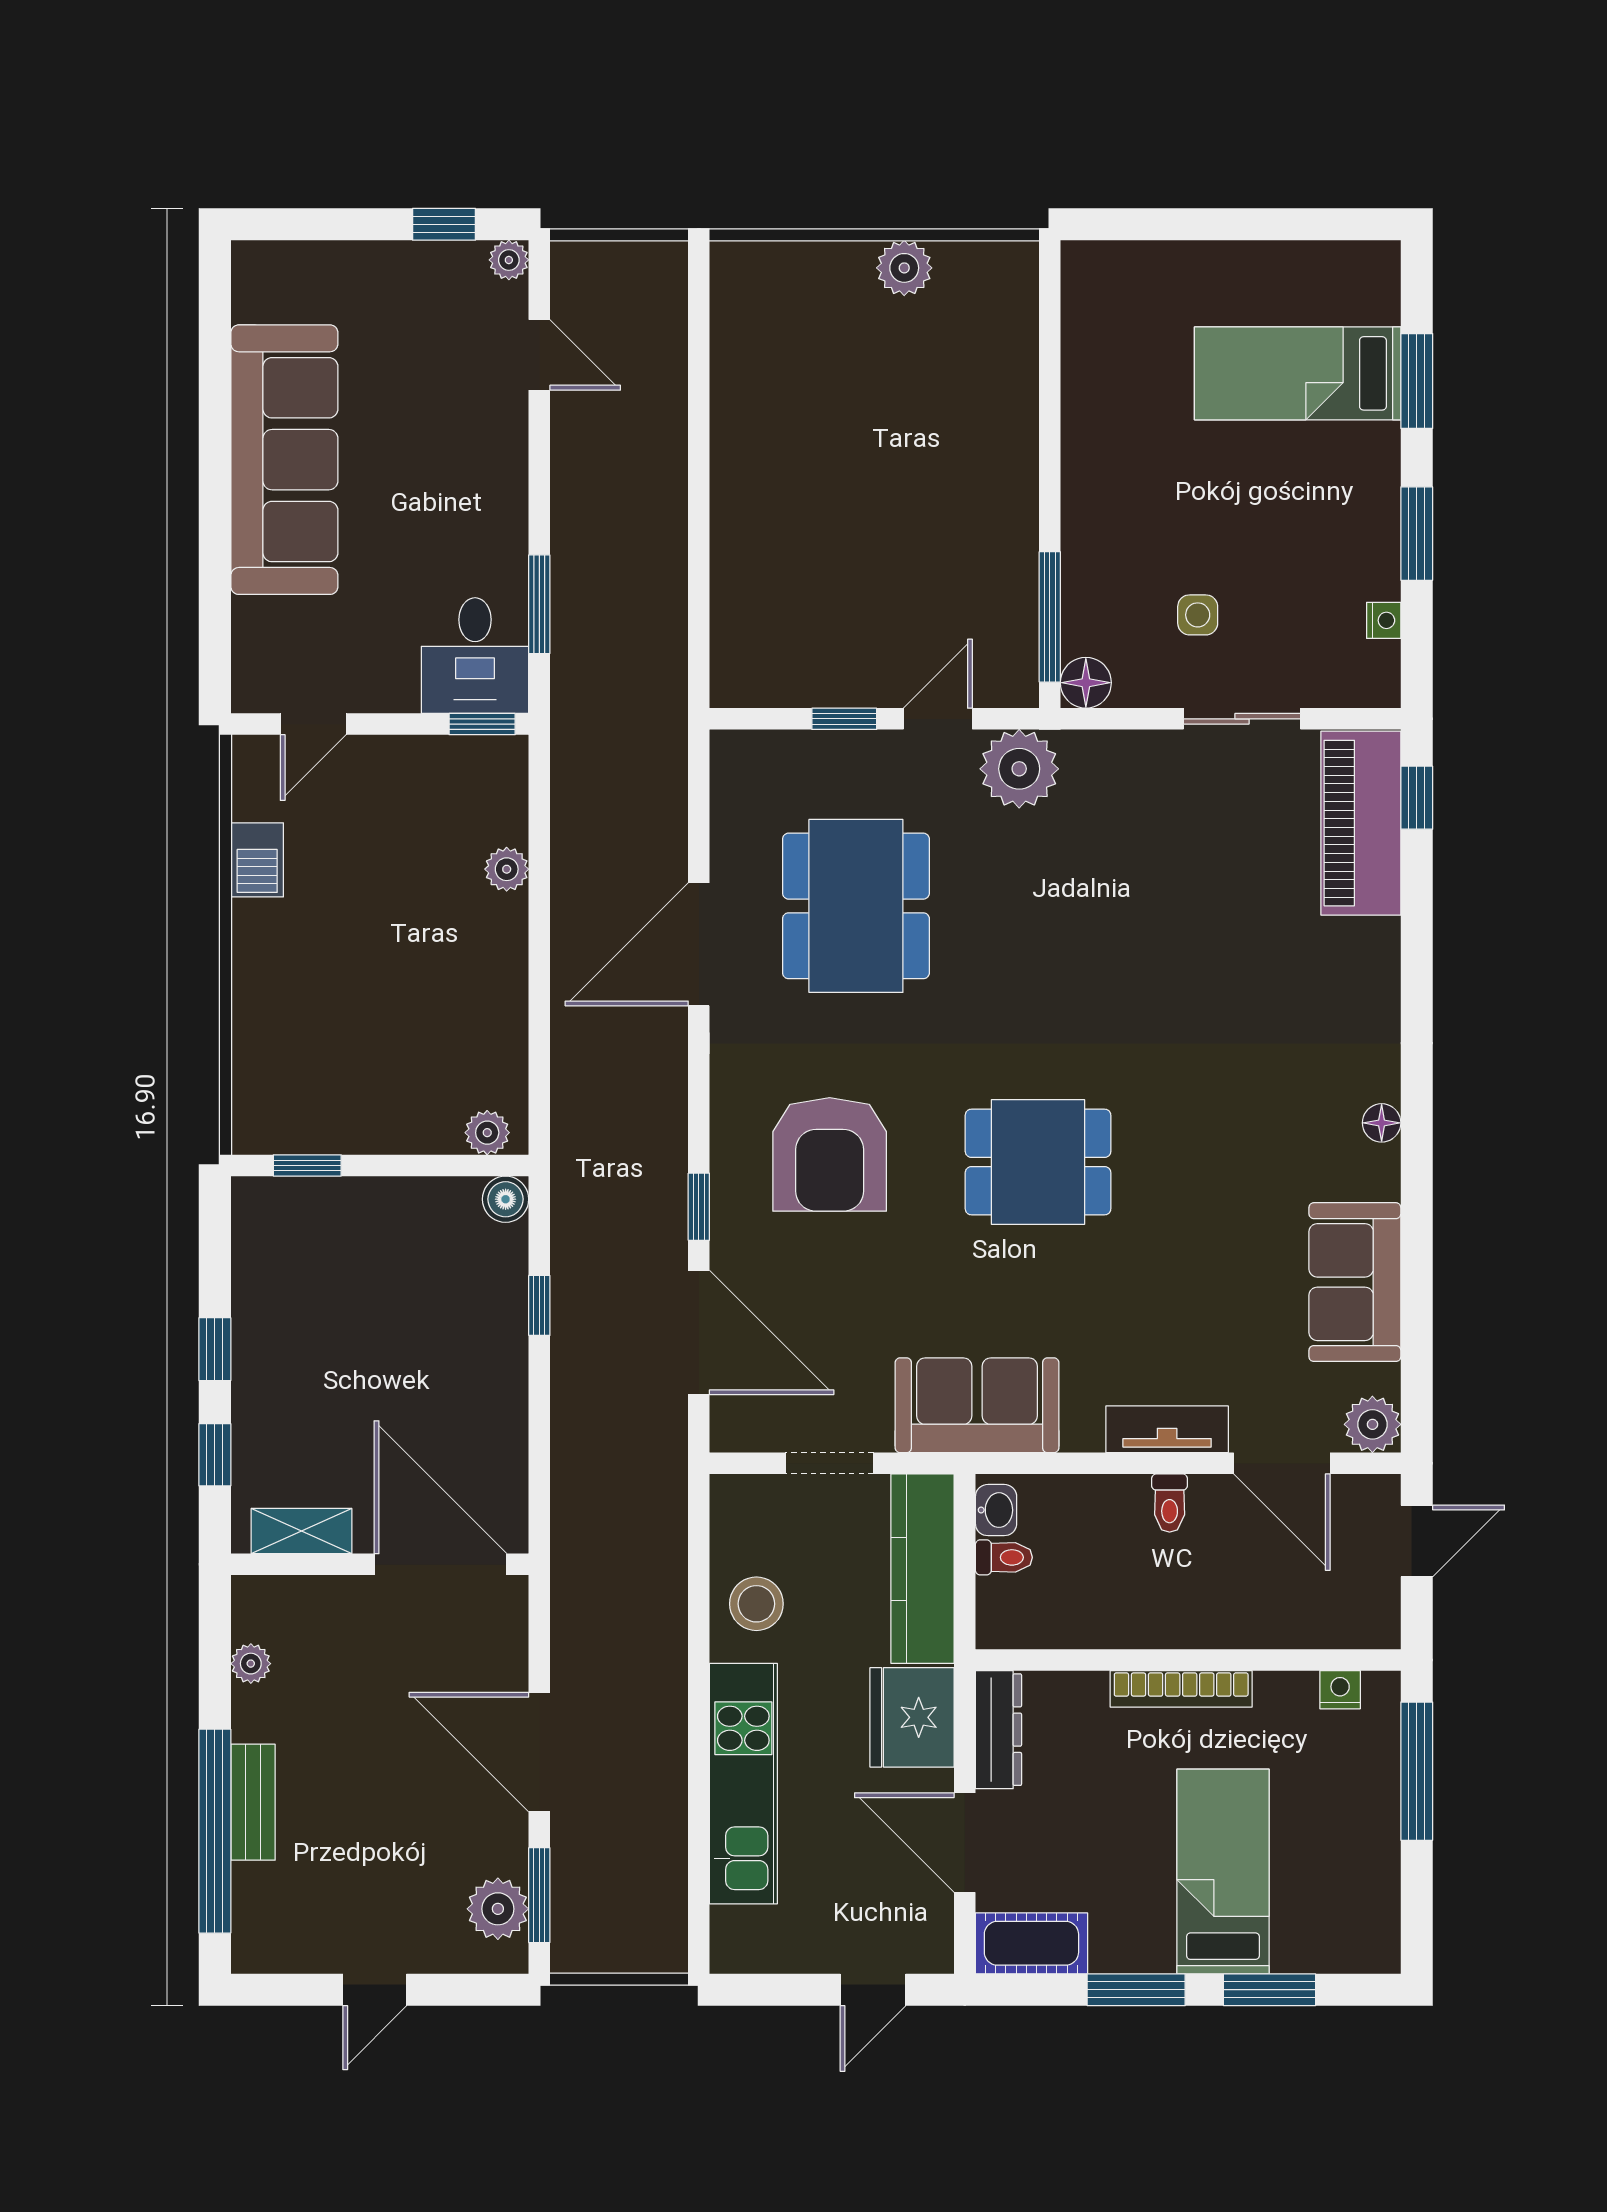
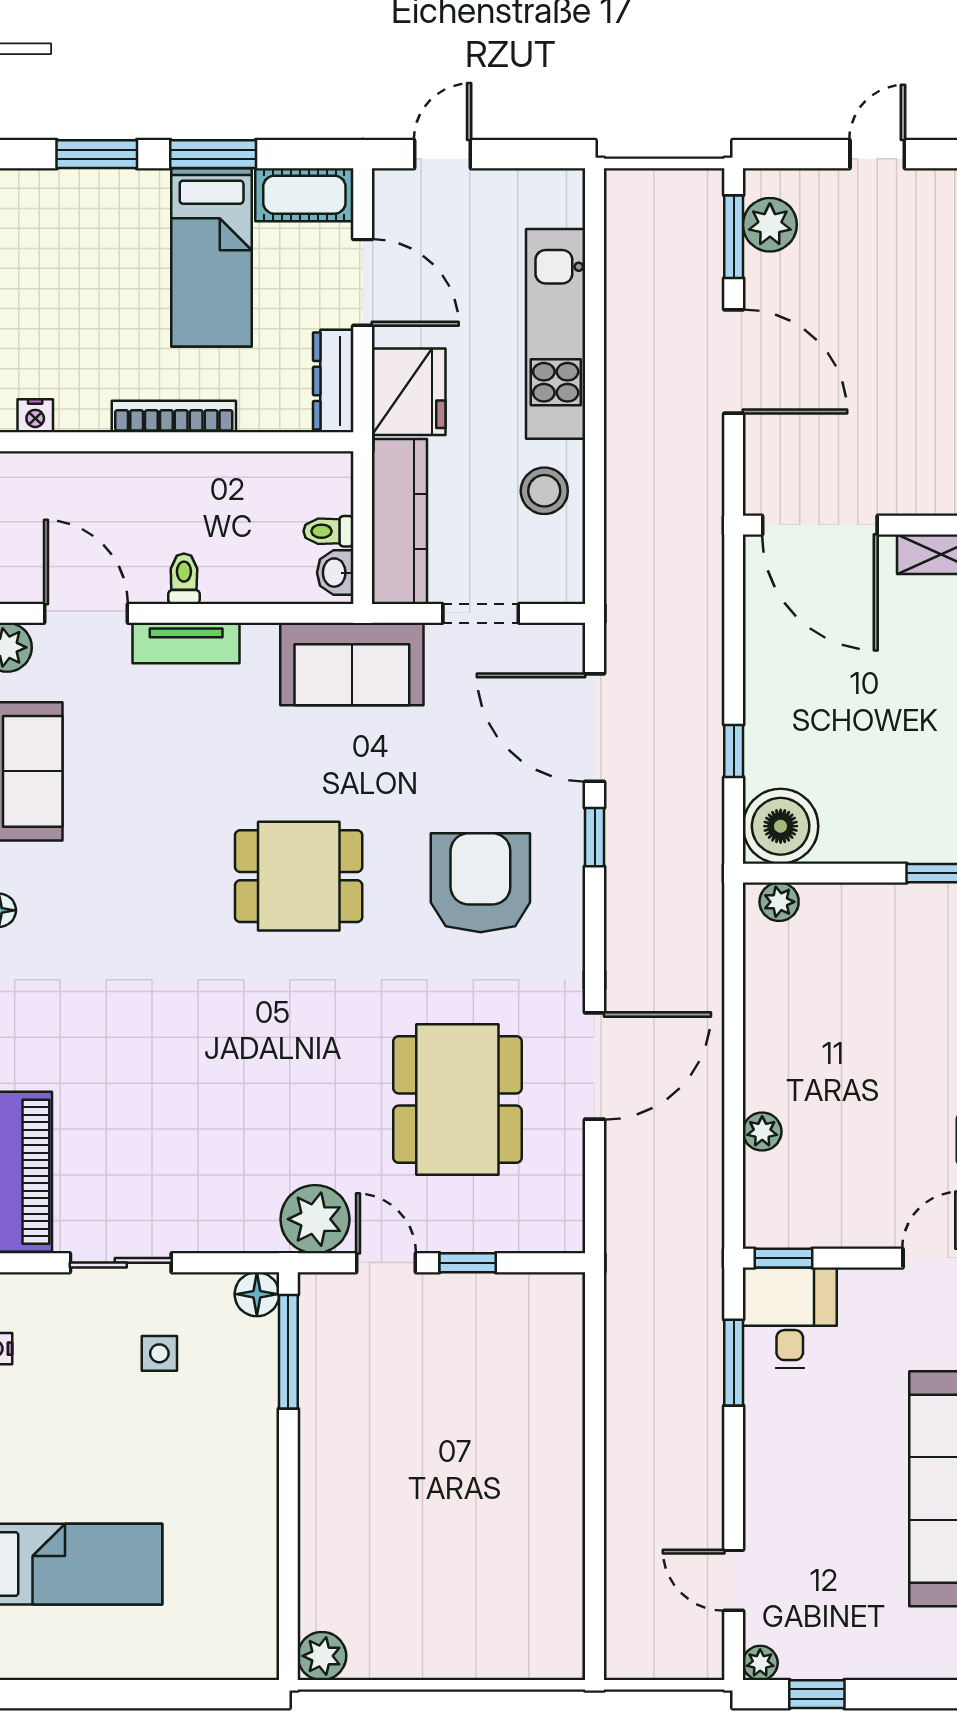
plant: (904, 268) -> (322, 1656), moved
door: (938, 719) -> (386, 1263), swing flipped
boiler: (506, 1199) -> (781, 826), width x1.86, depth x1.86
bed: (1223, 1871) -> (212, 257), moved

